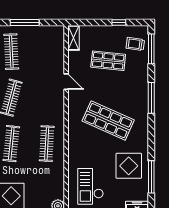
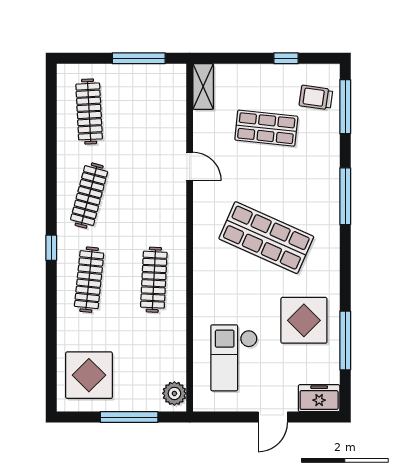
window: (25, 22) -> (139, 58), moved

